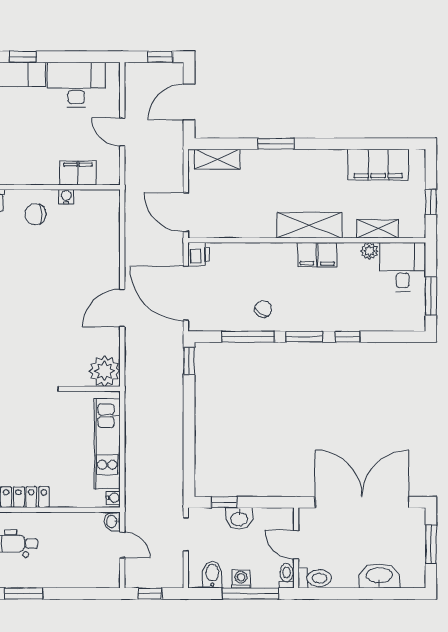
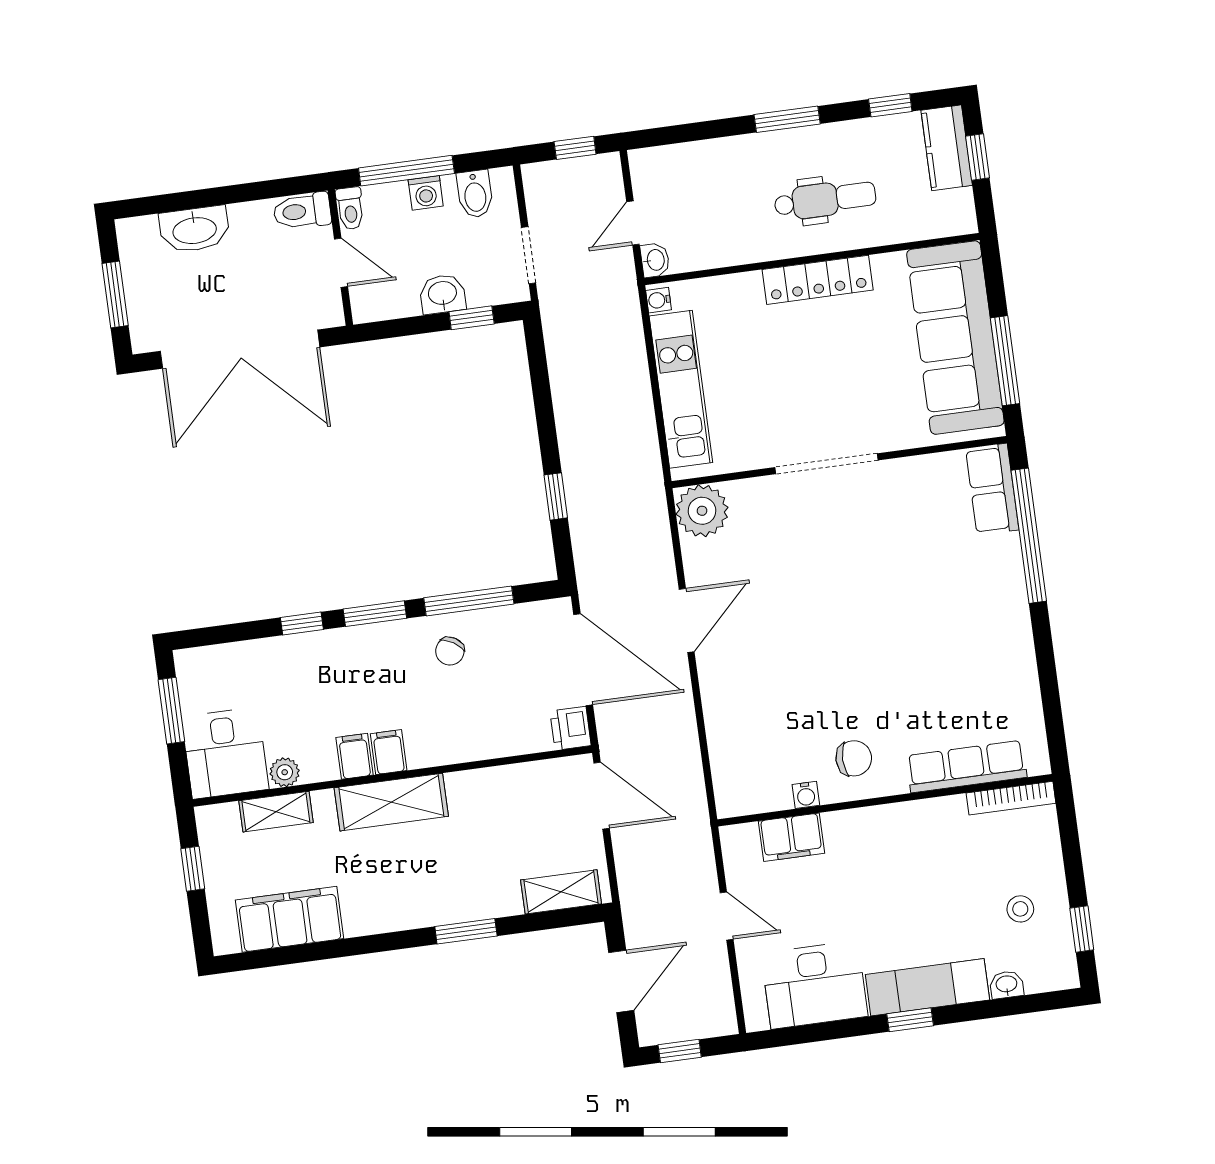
window: (189, 361) -> (556, 496), moved
door: (122, 545) -> (633, 223), hinge flipped

